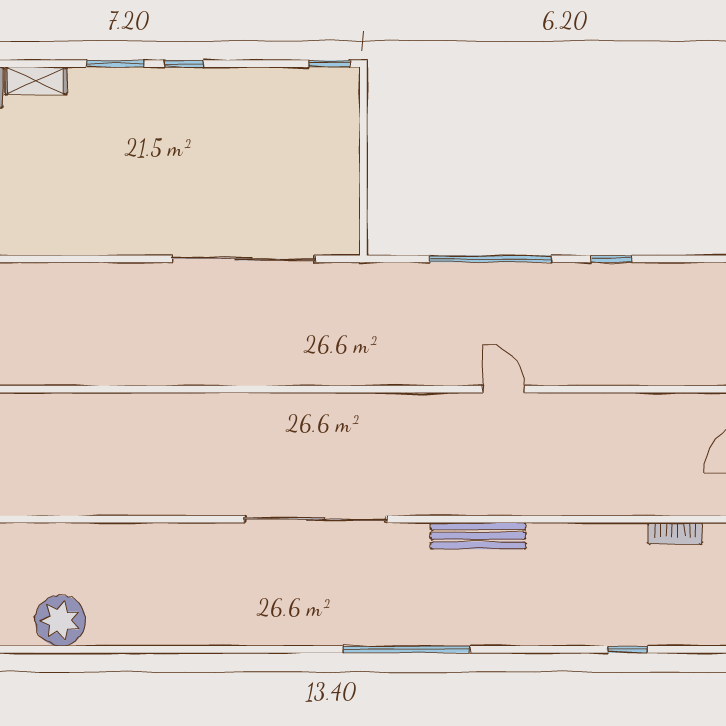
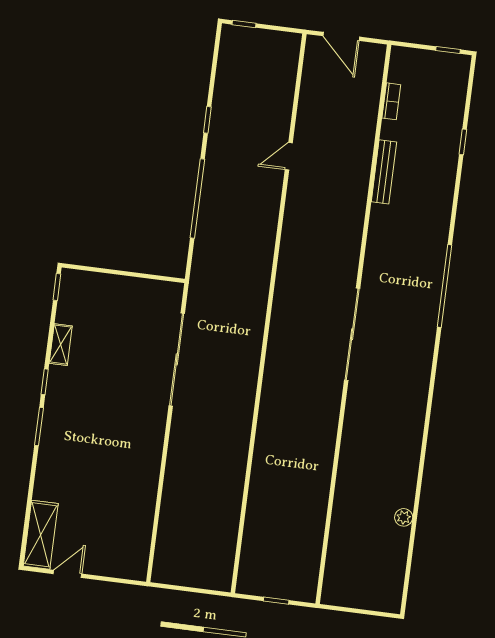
shelving: (36, 81) -> (61, 345), moved
door: (504, 389) -> (289, 156), moved
bench: (478, 536) -> (384, 172), moved
plant: (60, 621) -> (404, 517), width x0.53, depth x0.53

